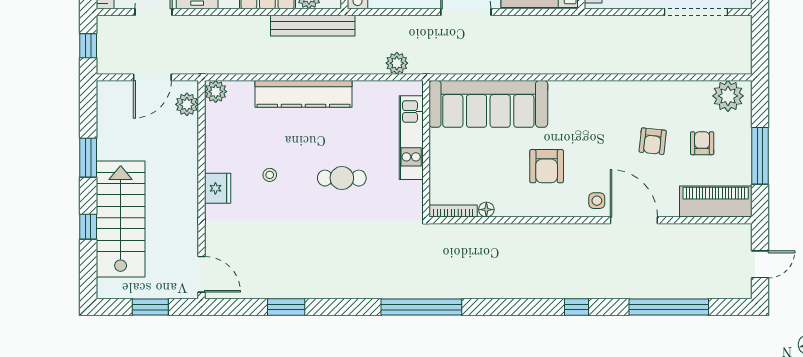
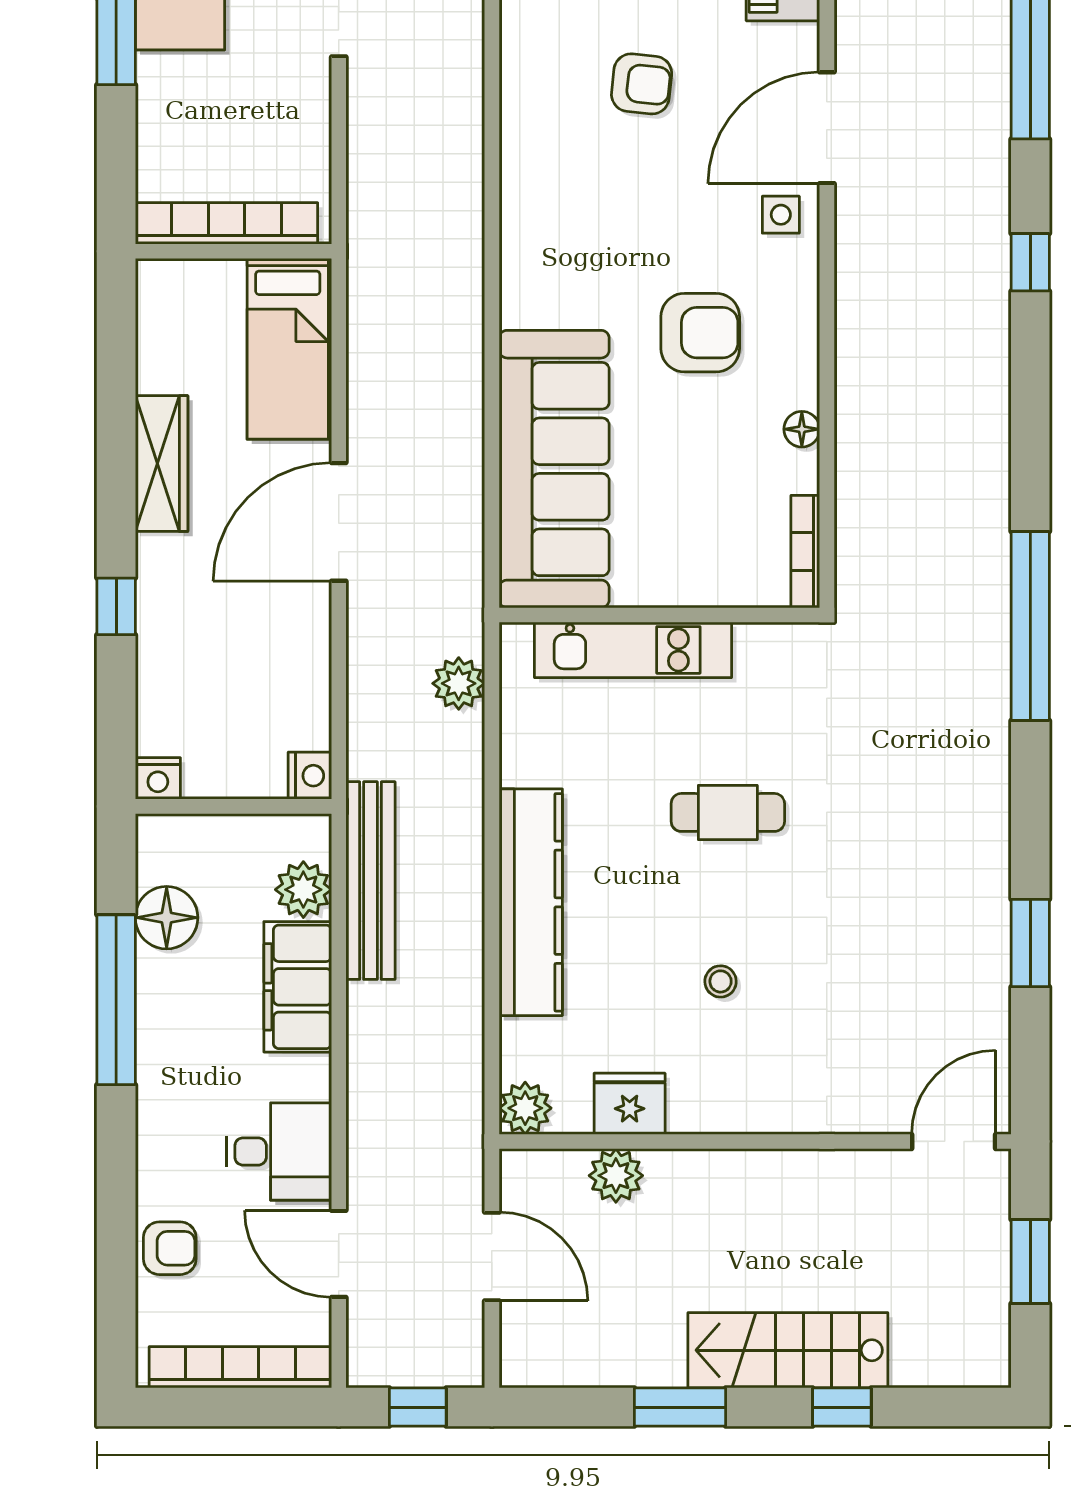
plant: (187, 104) -> (616, 1176), moved
cafe table: (342, 178) -> (728, 812), turned 90
fridge: (218, 188) -> (630, 1104), moved
floor lamp: (486, 210) -> (802, 429), moved
stairs: (121, 219) -> (788, 1350), width x0.73, depth x0.66

